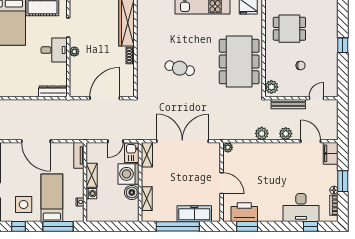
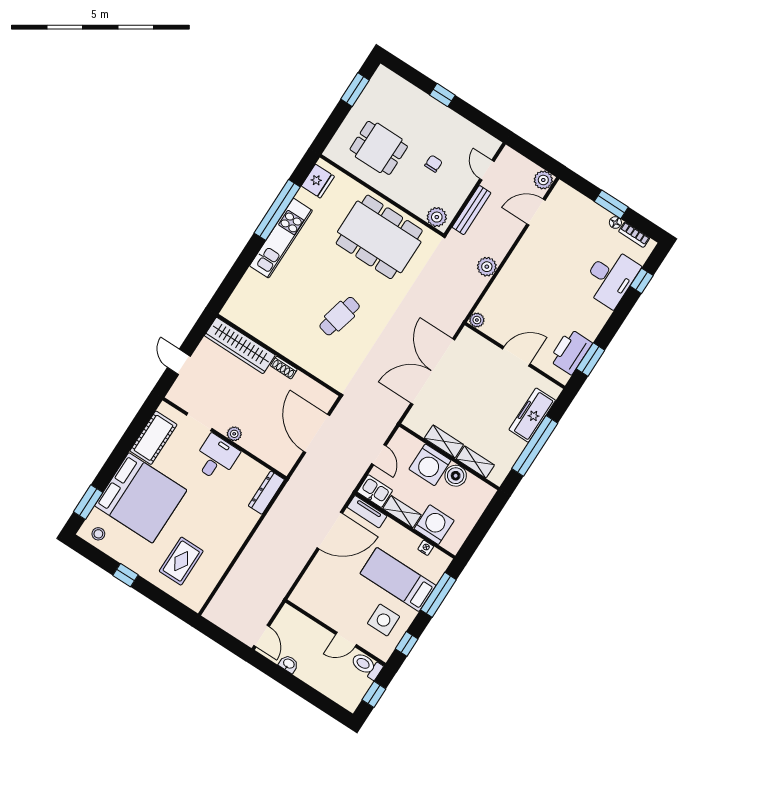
dining table: (289, 29) -> (379, 148), turned 90
plant: (286, 134) -> (543, 180), moved
door: (36, 141) -> (330, 531), moved
kitchen sink: (132, 153) -> (375, 491), moved, turned 180
filing cabinet: (331, 153) -> (567, 197), removed
shelving: (147, 155) -> (444, 441), moved
washing machine: (91, 194) -> (434, 525), width x1.89, depth x1.89

